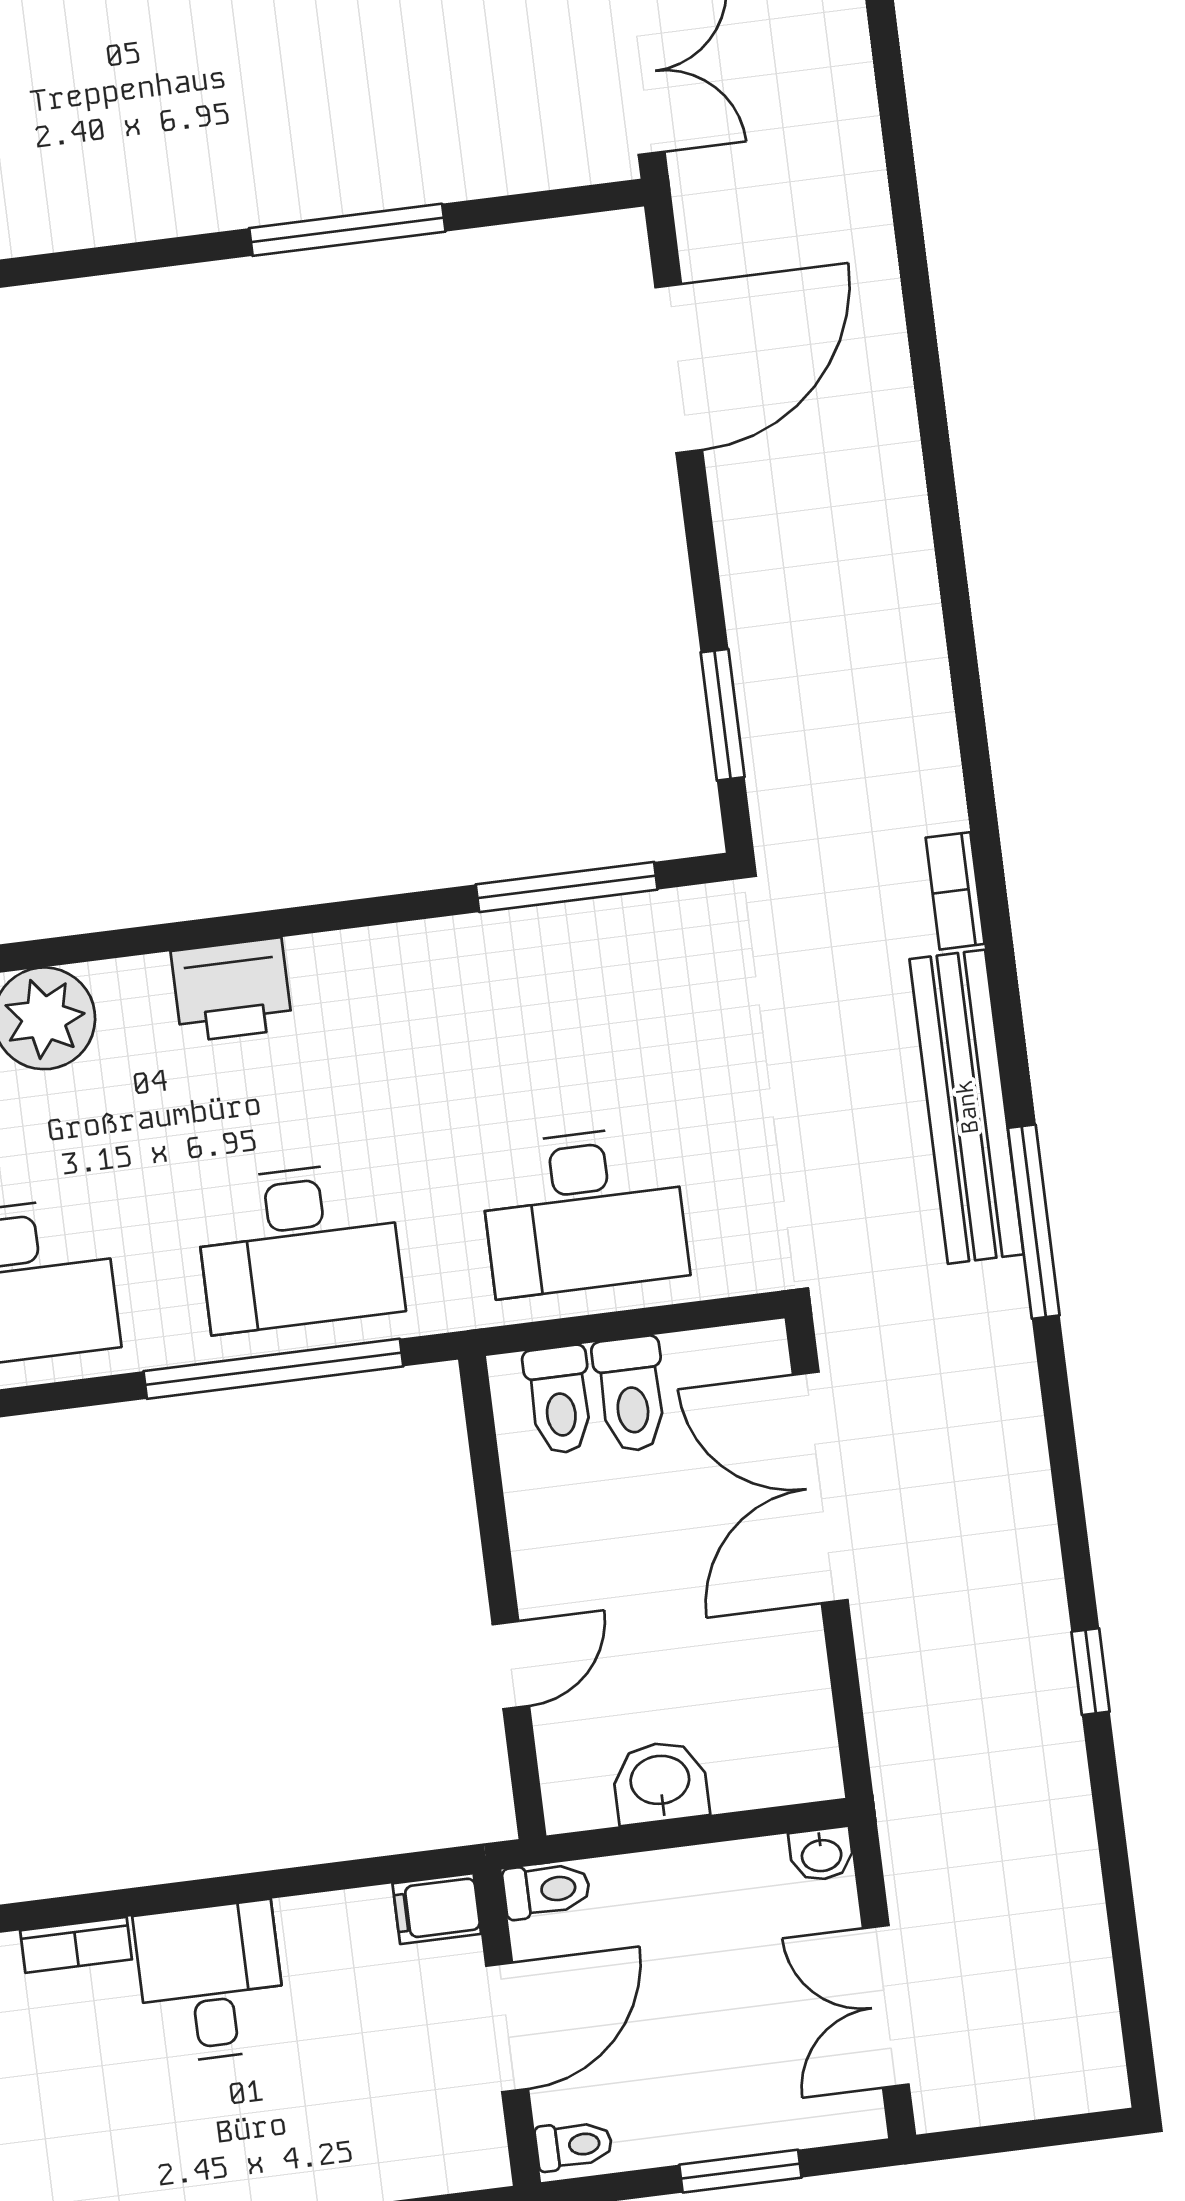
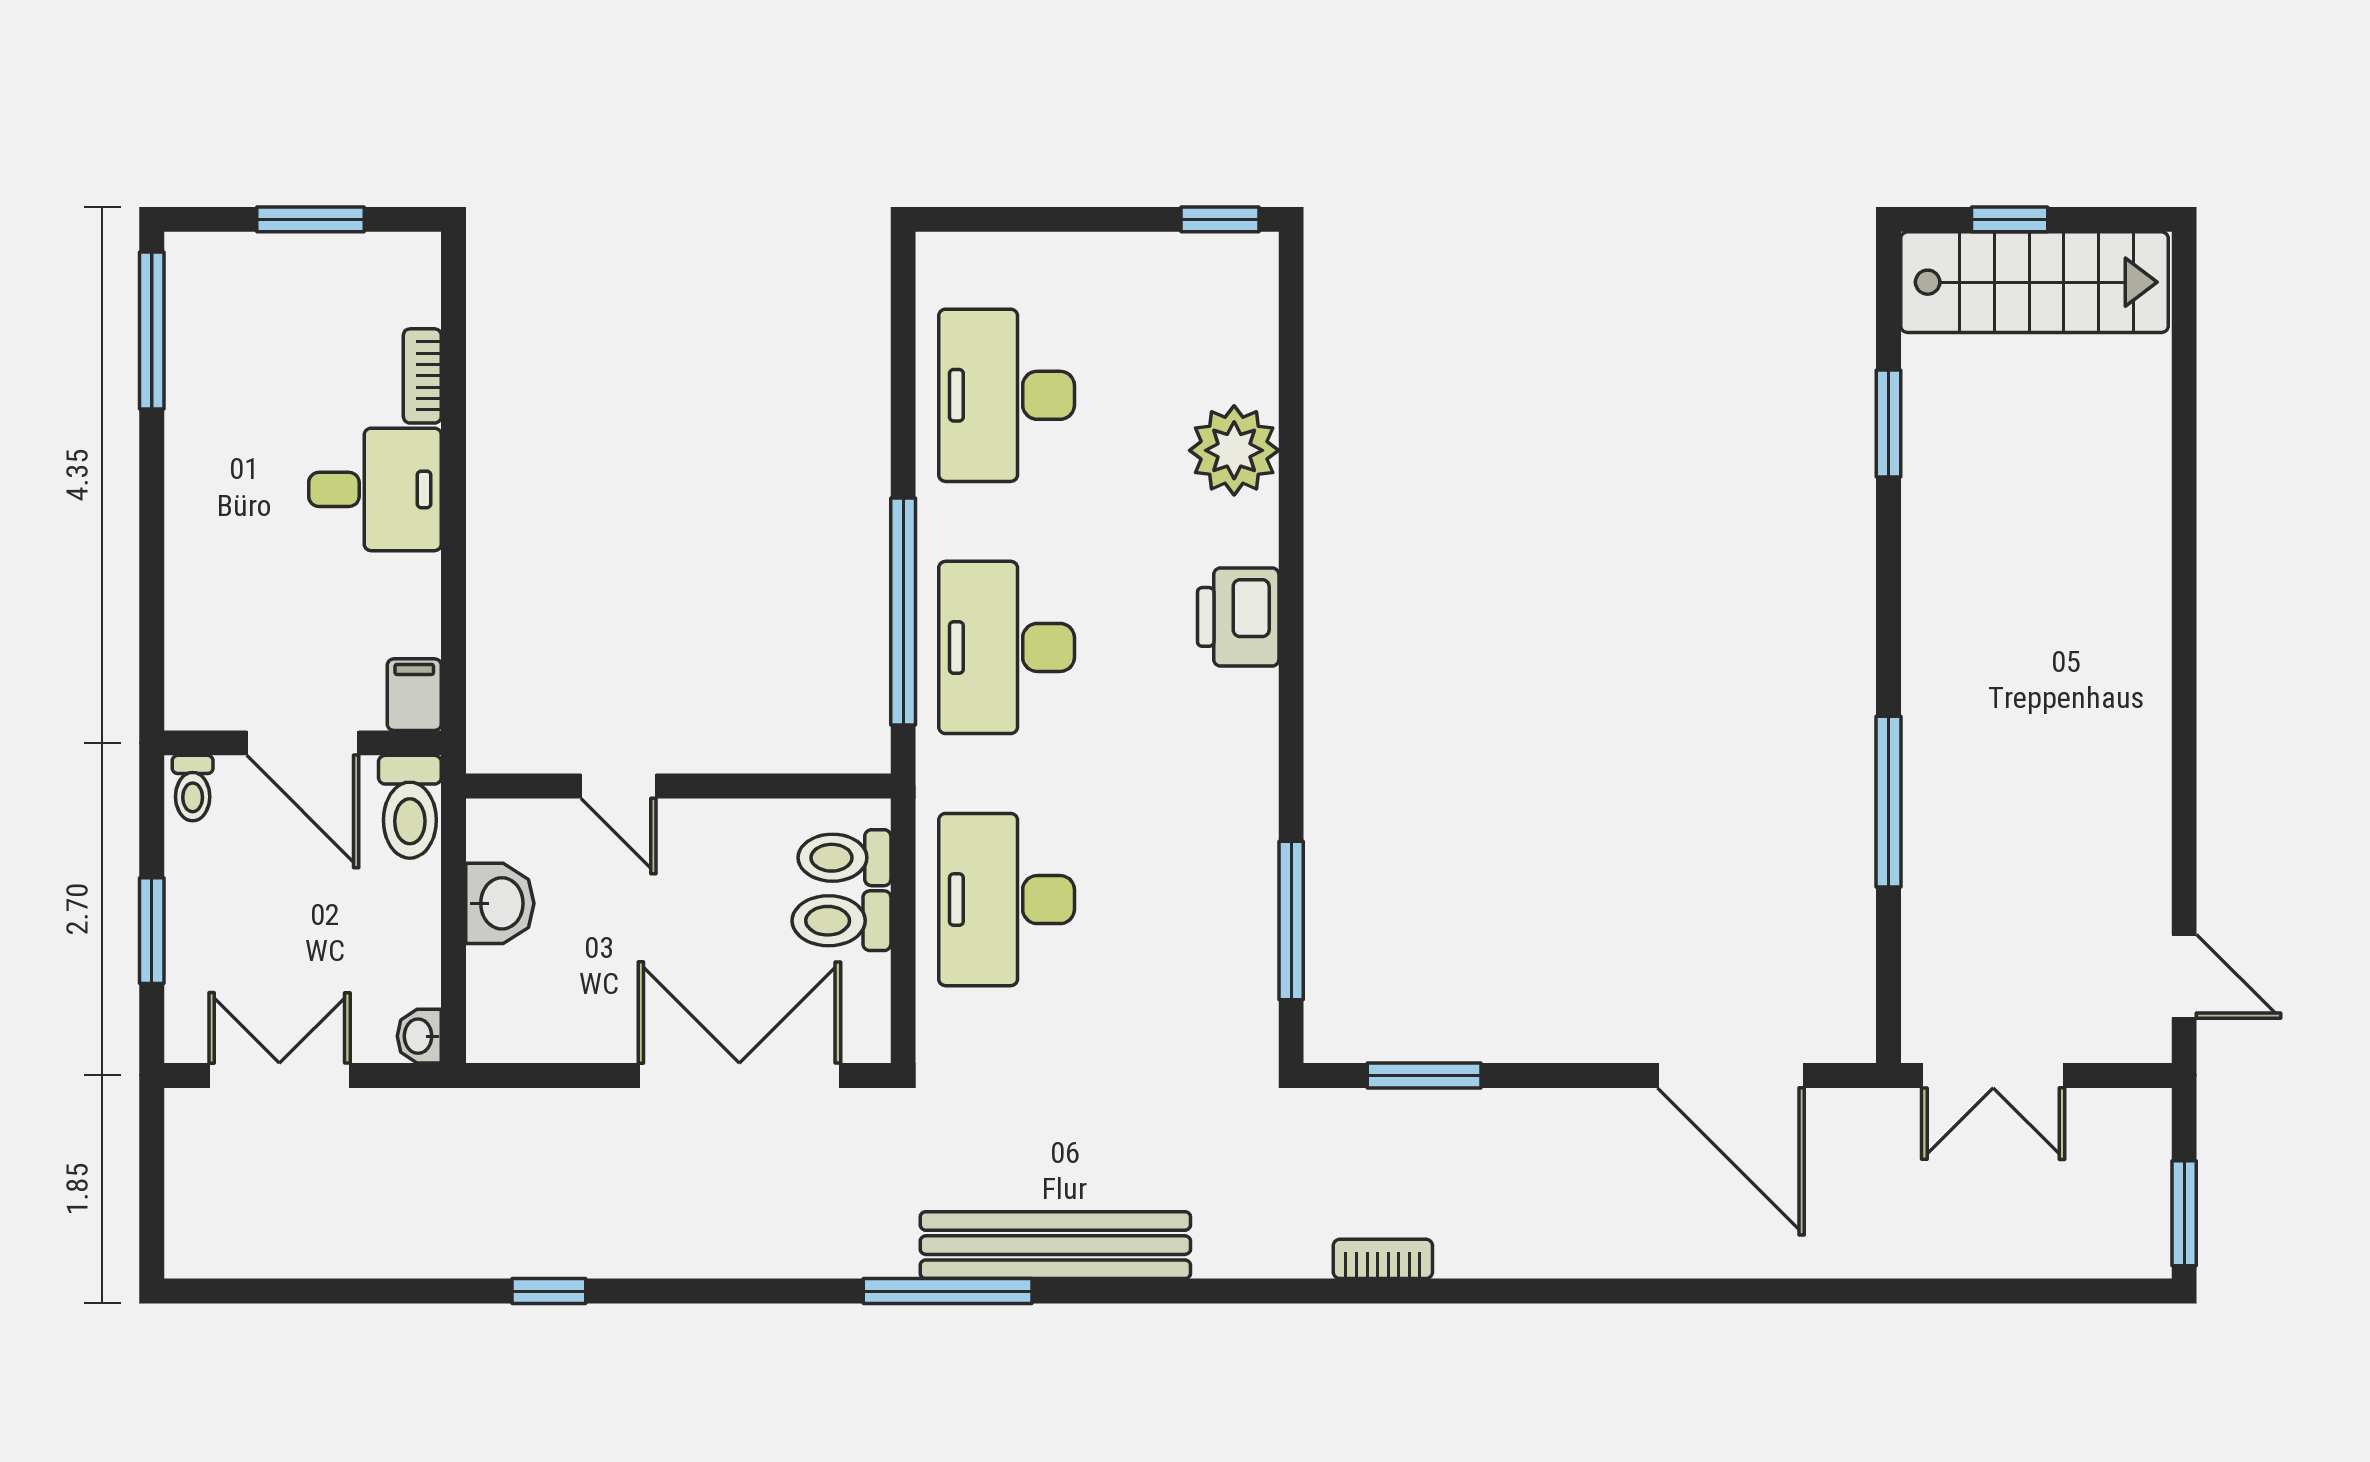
bookcase: (955, 891) -> (1383, 1259), moved
toilet: (547, 1890) -> (410, 807), width x1.37, depth x1.39

